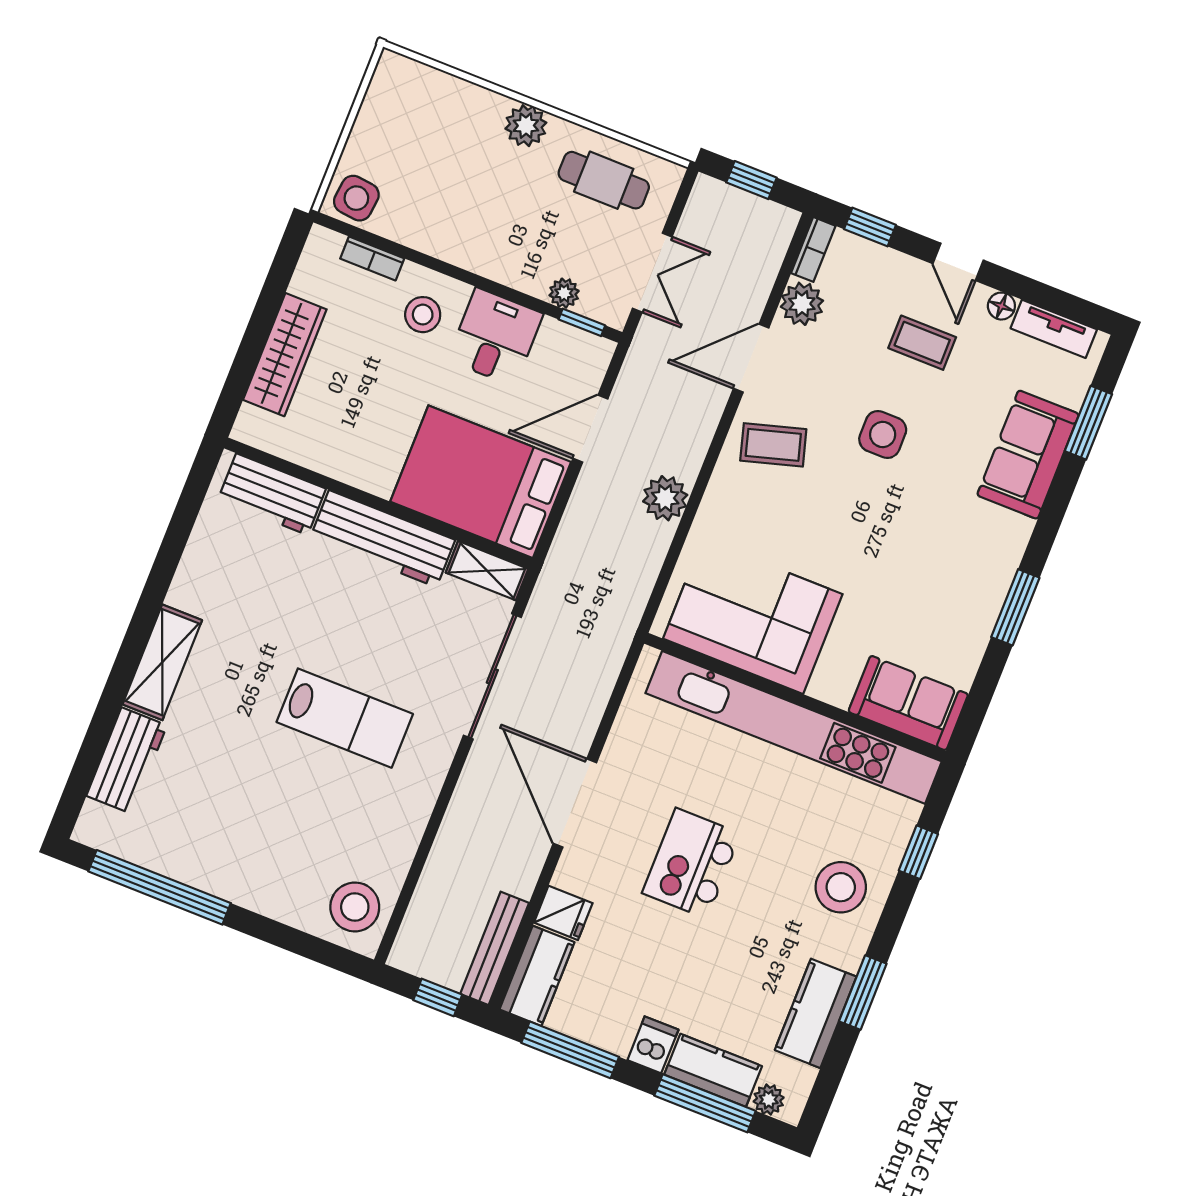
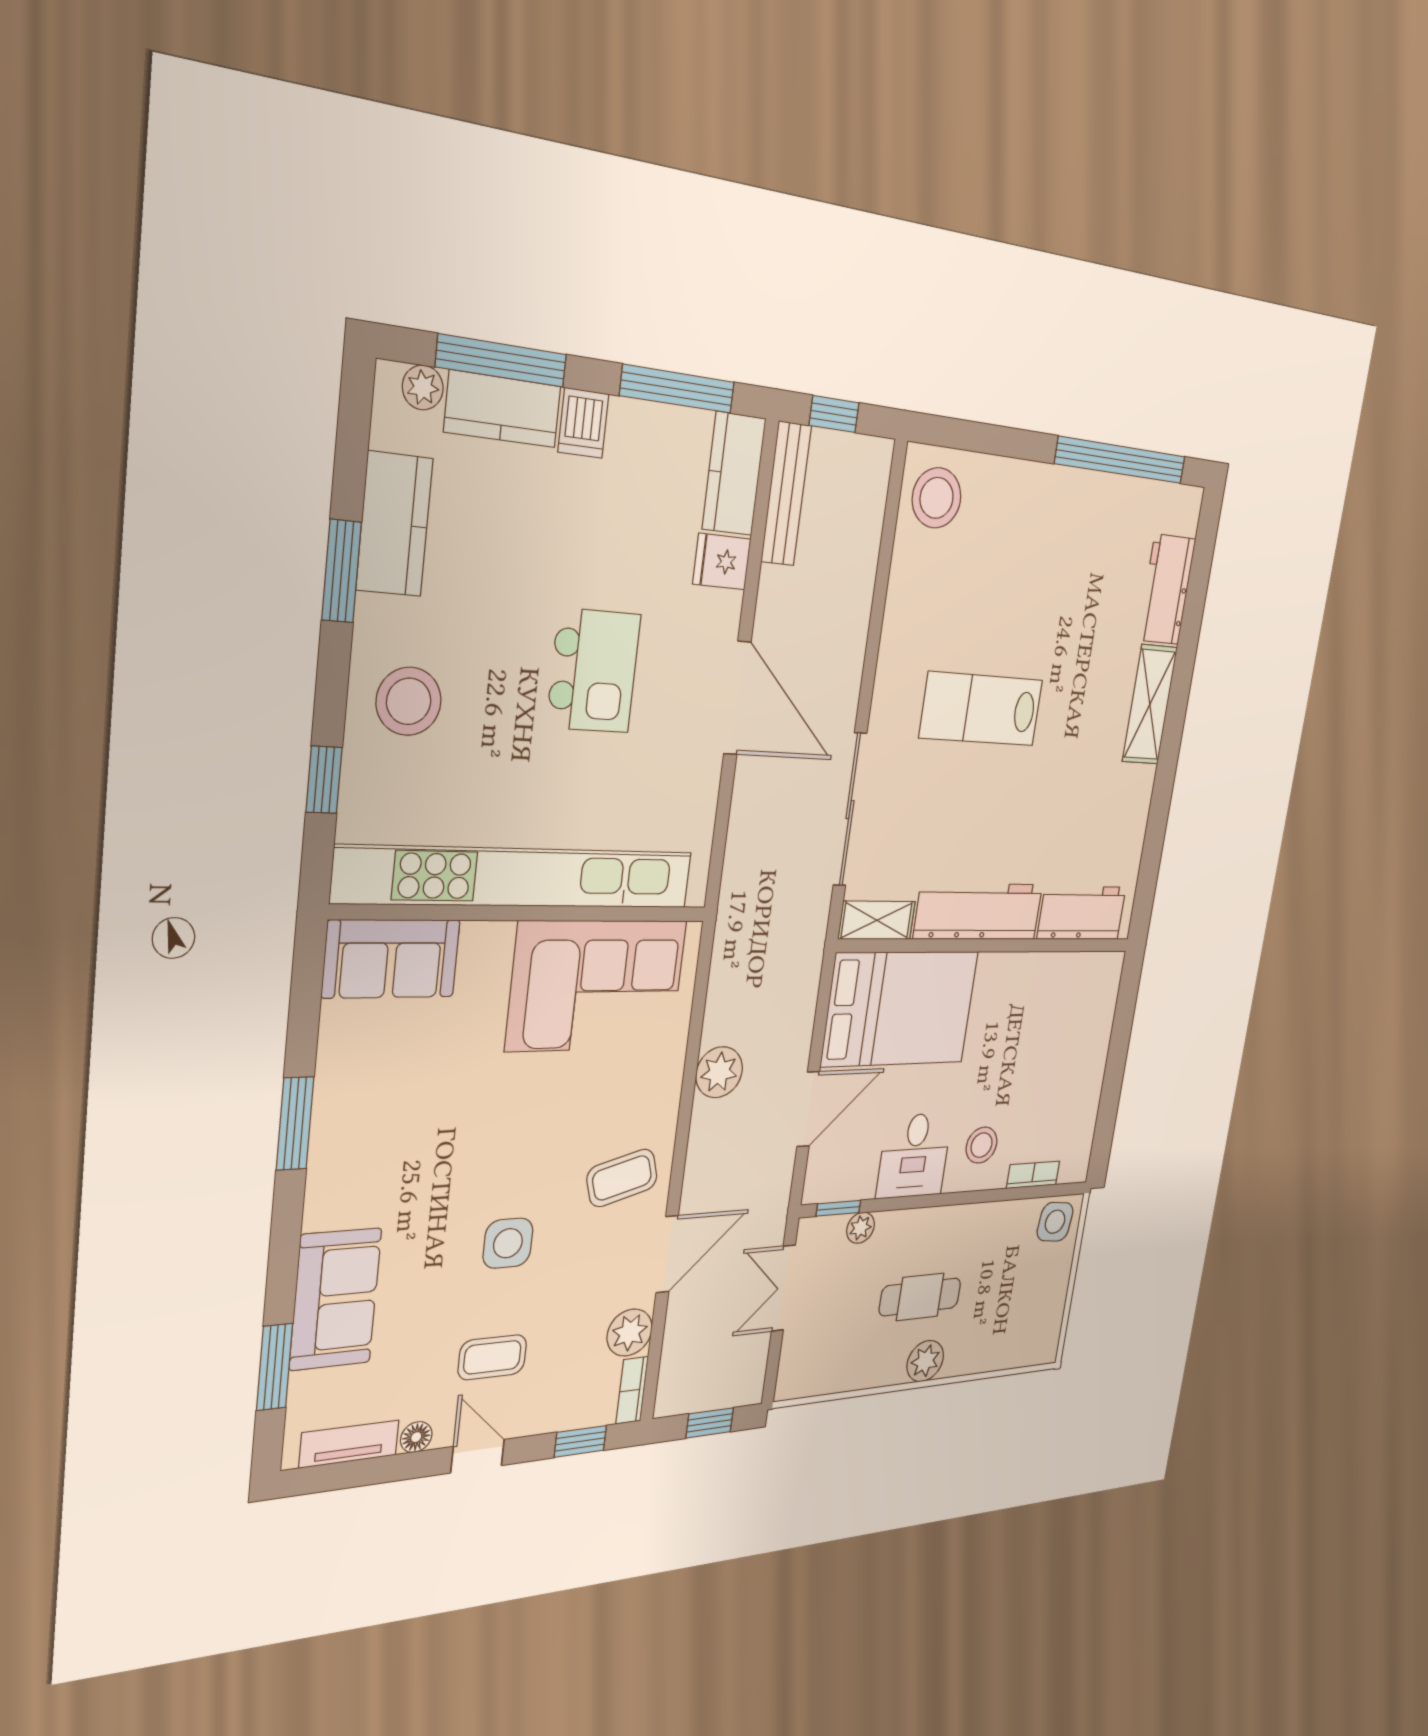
cafe table: (604, 180) -> (920, 1297), moved
wardrobe: (285, 355) -> (1091, 1051), removed

